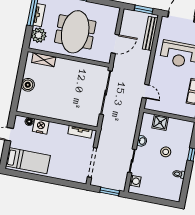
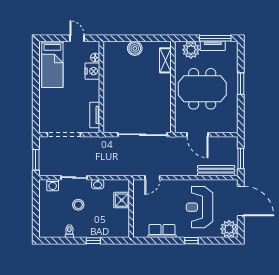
stool: (166, 152) -> (78, 205), moved

